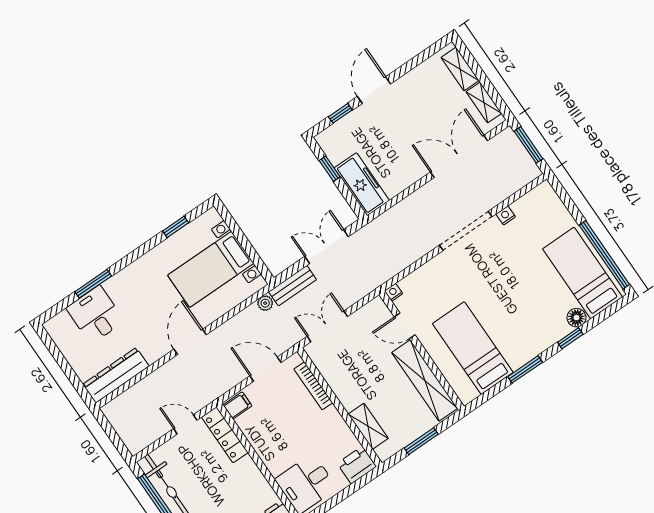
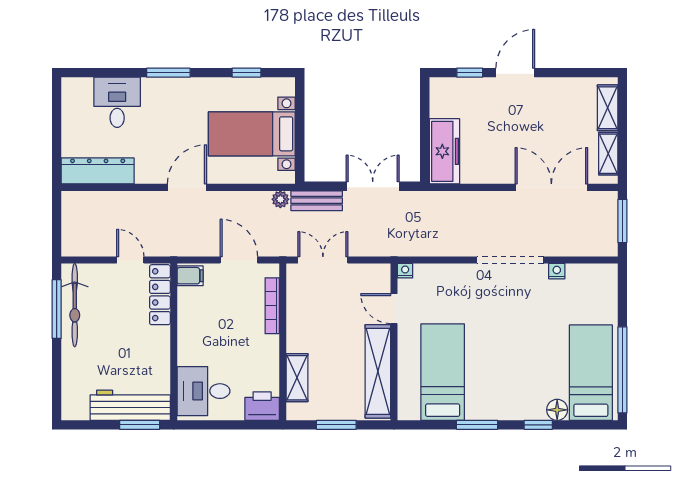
window: (330, 169) -> (425, 117), removed
window: (93, 284) -> (168, 73), moved

